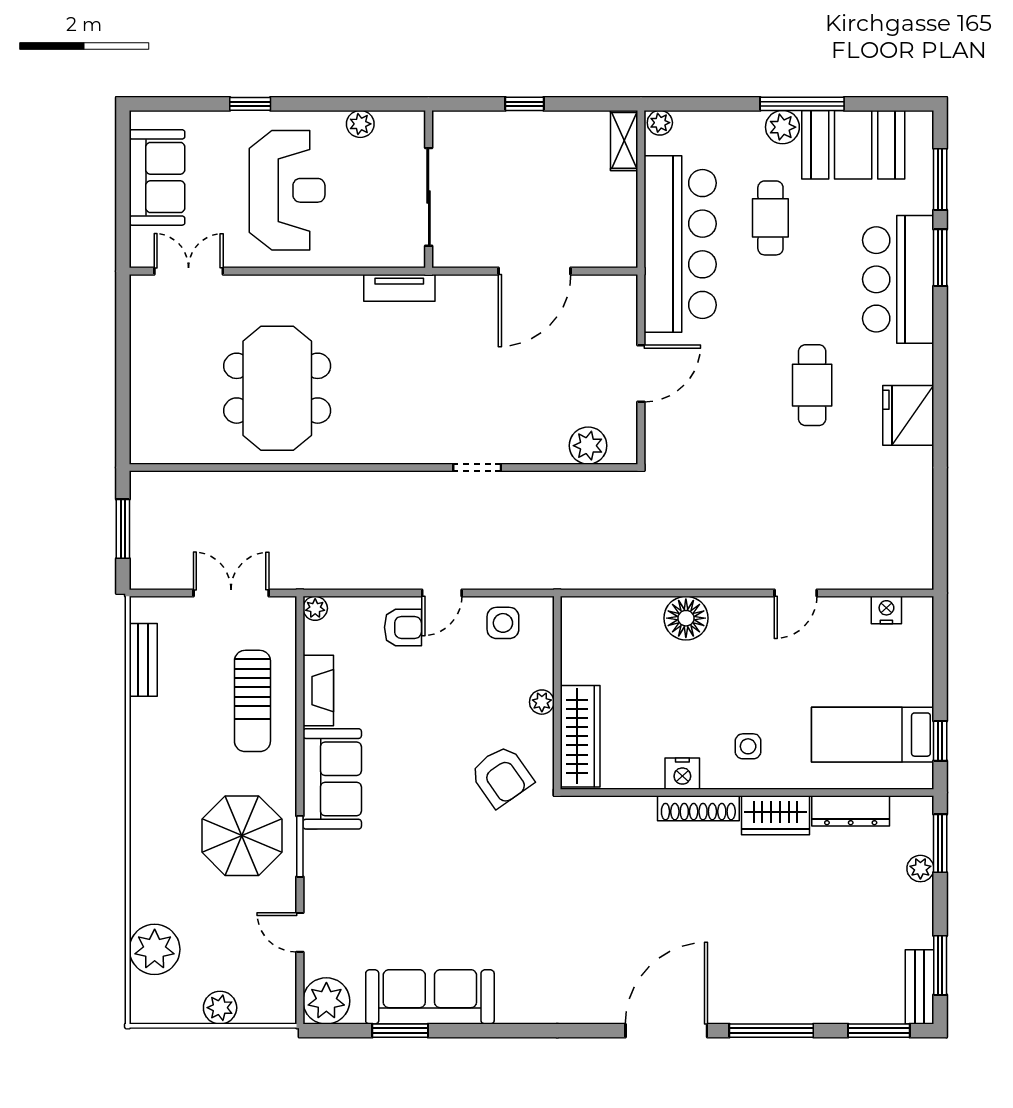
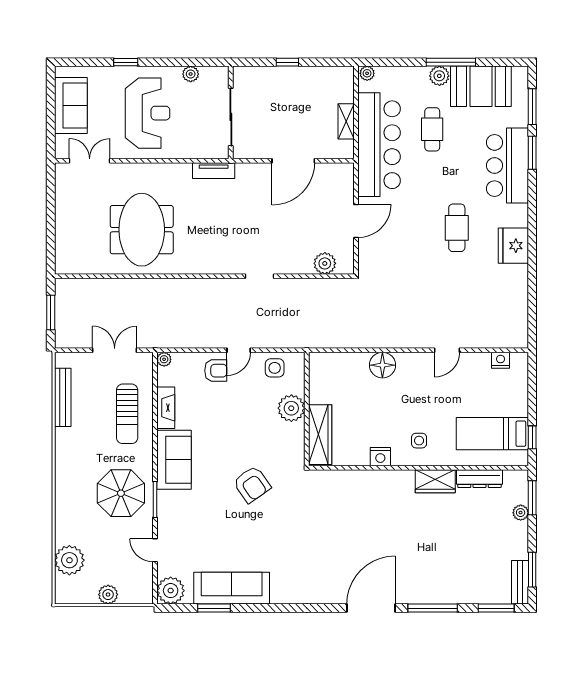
shelving: (624, 140) -> (346, 121), moved
bench: (143, 660) -> (63, 397), width x1.36
plant: (542, 702) -> (291, 408), width x1.88, depth x1.88
armchair: (502, 776) -> (252, 484), moved
shoe rack: (698, 808) -> (390, 477), removed

